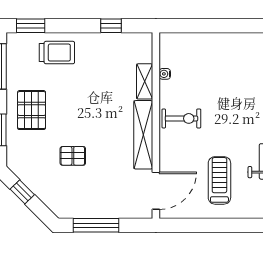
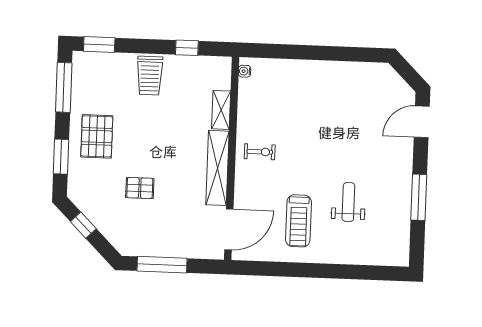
trolley: (57, 53) -> (150, 76), moved, turned 90
water cooler: (165, 74) -> (245, 71), moved
exercise bike: (181, 118) -> (260, 152), width x0.73, depth x0.72
treadmill: (219, 180) -> (298, 221), turned 180

